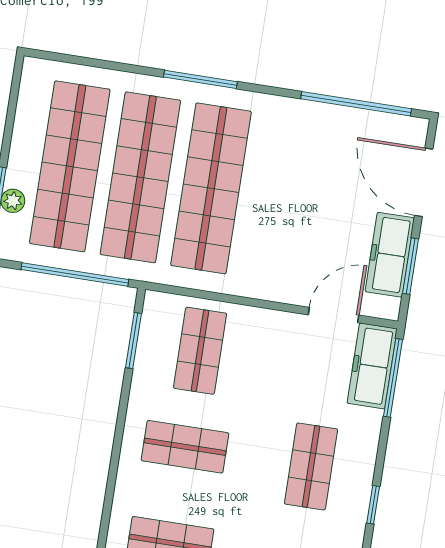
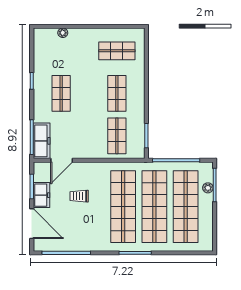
trolley: (307, 228) -> (79, 196), added
freezer: (390, 255) -> (41, 195), width x0.71
shop shelf: (185, 447) -> (117, 93), turned 90

